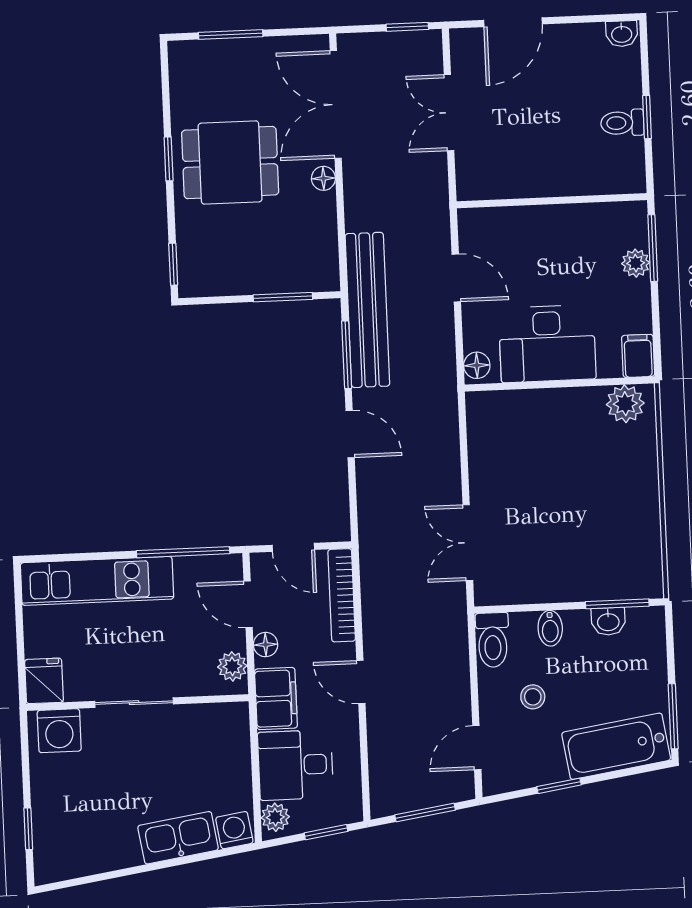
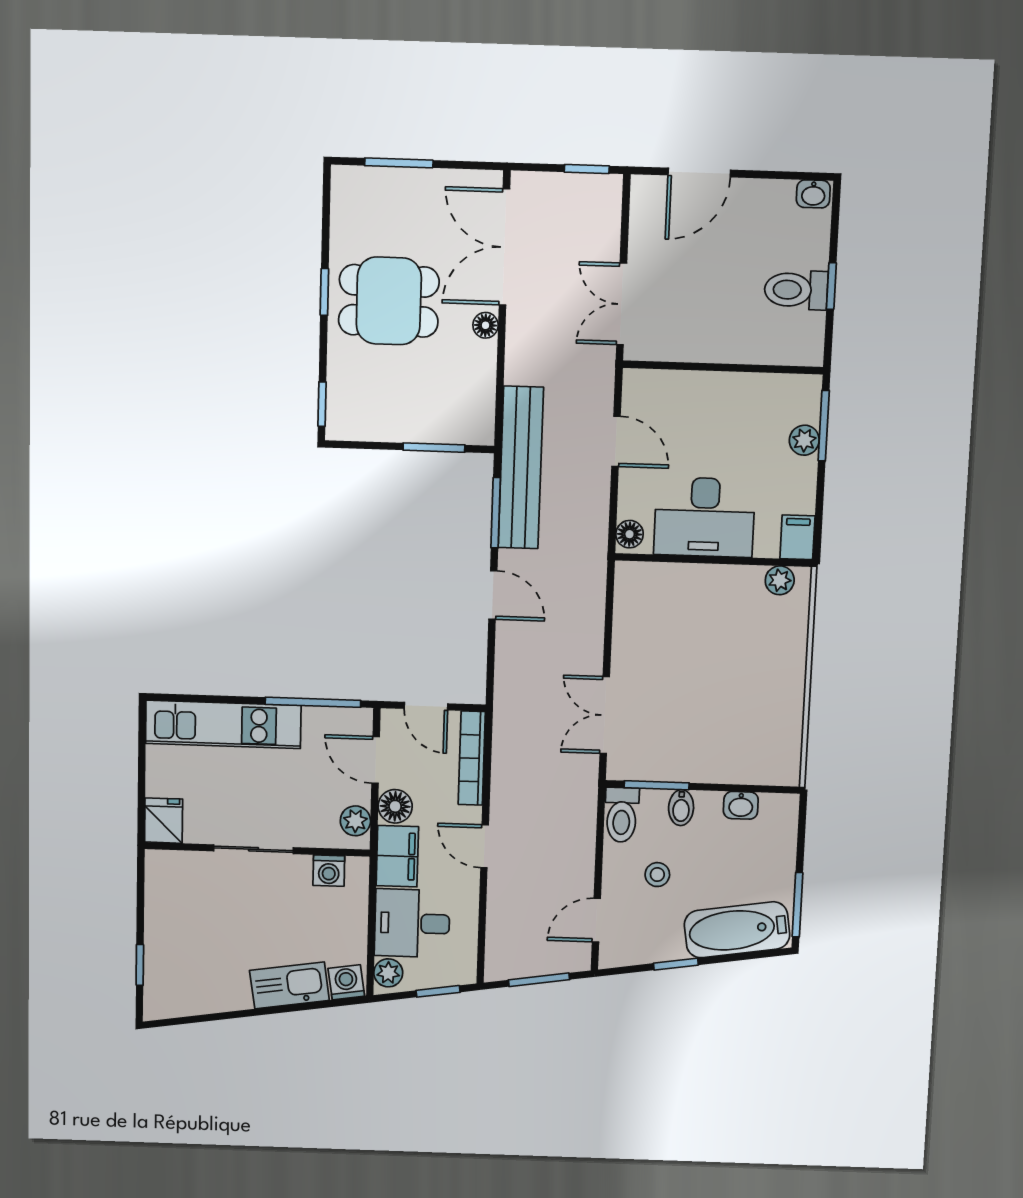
double door: (449, 113) -> (622, 304), moved
toilet: (622, 123) -> (796, 290), width x1.37, depth x1.39
plant: (625, 404) -> (780, 580), width x0.73, depth x0.73
window: (617, 604) -> (657, 785), moved
floor lamp: (266, 645) -> (395, 806), width x1.37, depth x1.37
washing machine: (59, 731) -> (329, 871), moved, width x0.73, depth x0.73

